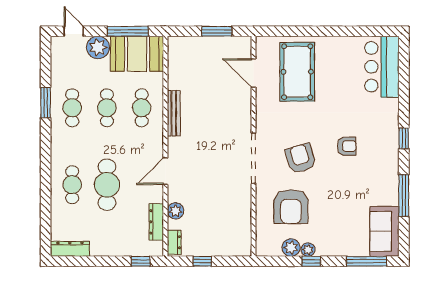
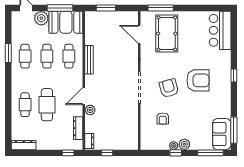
window: (217, 31) -> (106, 8), moved
window: (287, 31) -> (161, 8), added
armchair: (347, 146) -> (198, 80), width x1.88, depth x1.88
window: (404, 196) -> (234, 130), moved
armchair: (291, 207) -> (163, 119), width x0.53, depth x0.53
plant: (176, 211) -> (90, 110), moved
plant: (291, 248) -> (184, 144), moved

